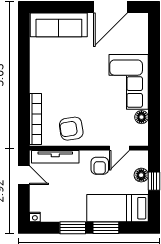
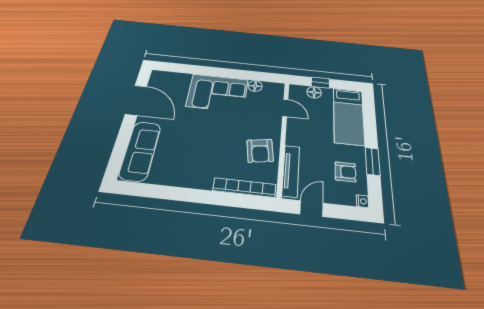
armchair: (100, 166) -> (345, 172), moved
window: (106, 228) -> (370, 129), removed

